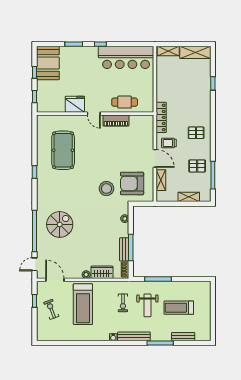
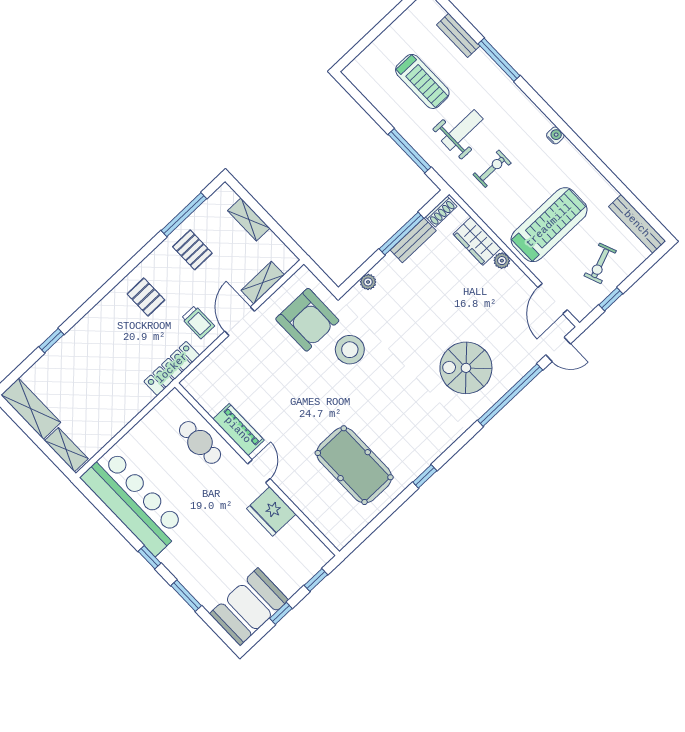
pool table: (63, 150) -> (354, 465), turned 90
bench: (134, 336) -> (637, 224), moved

